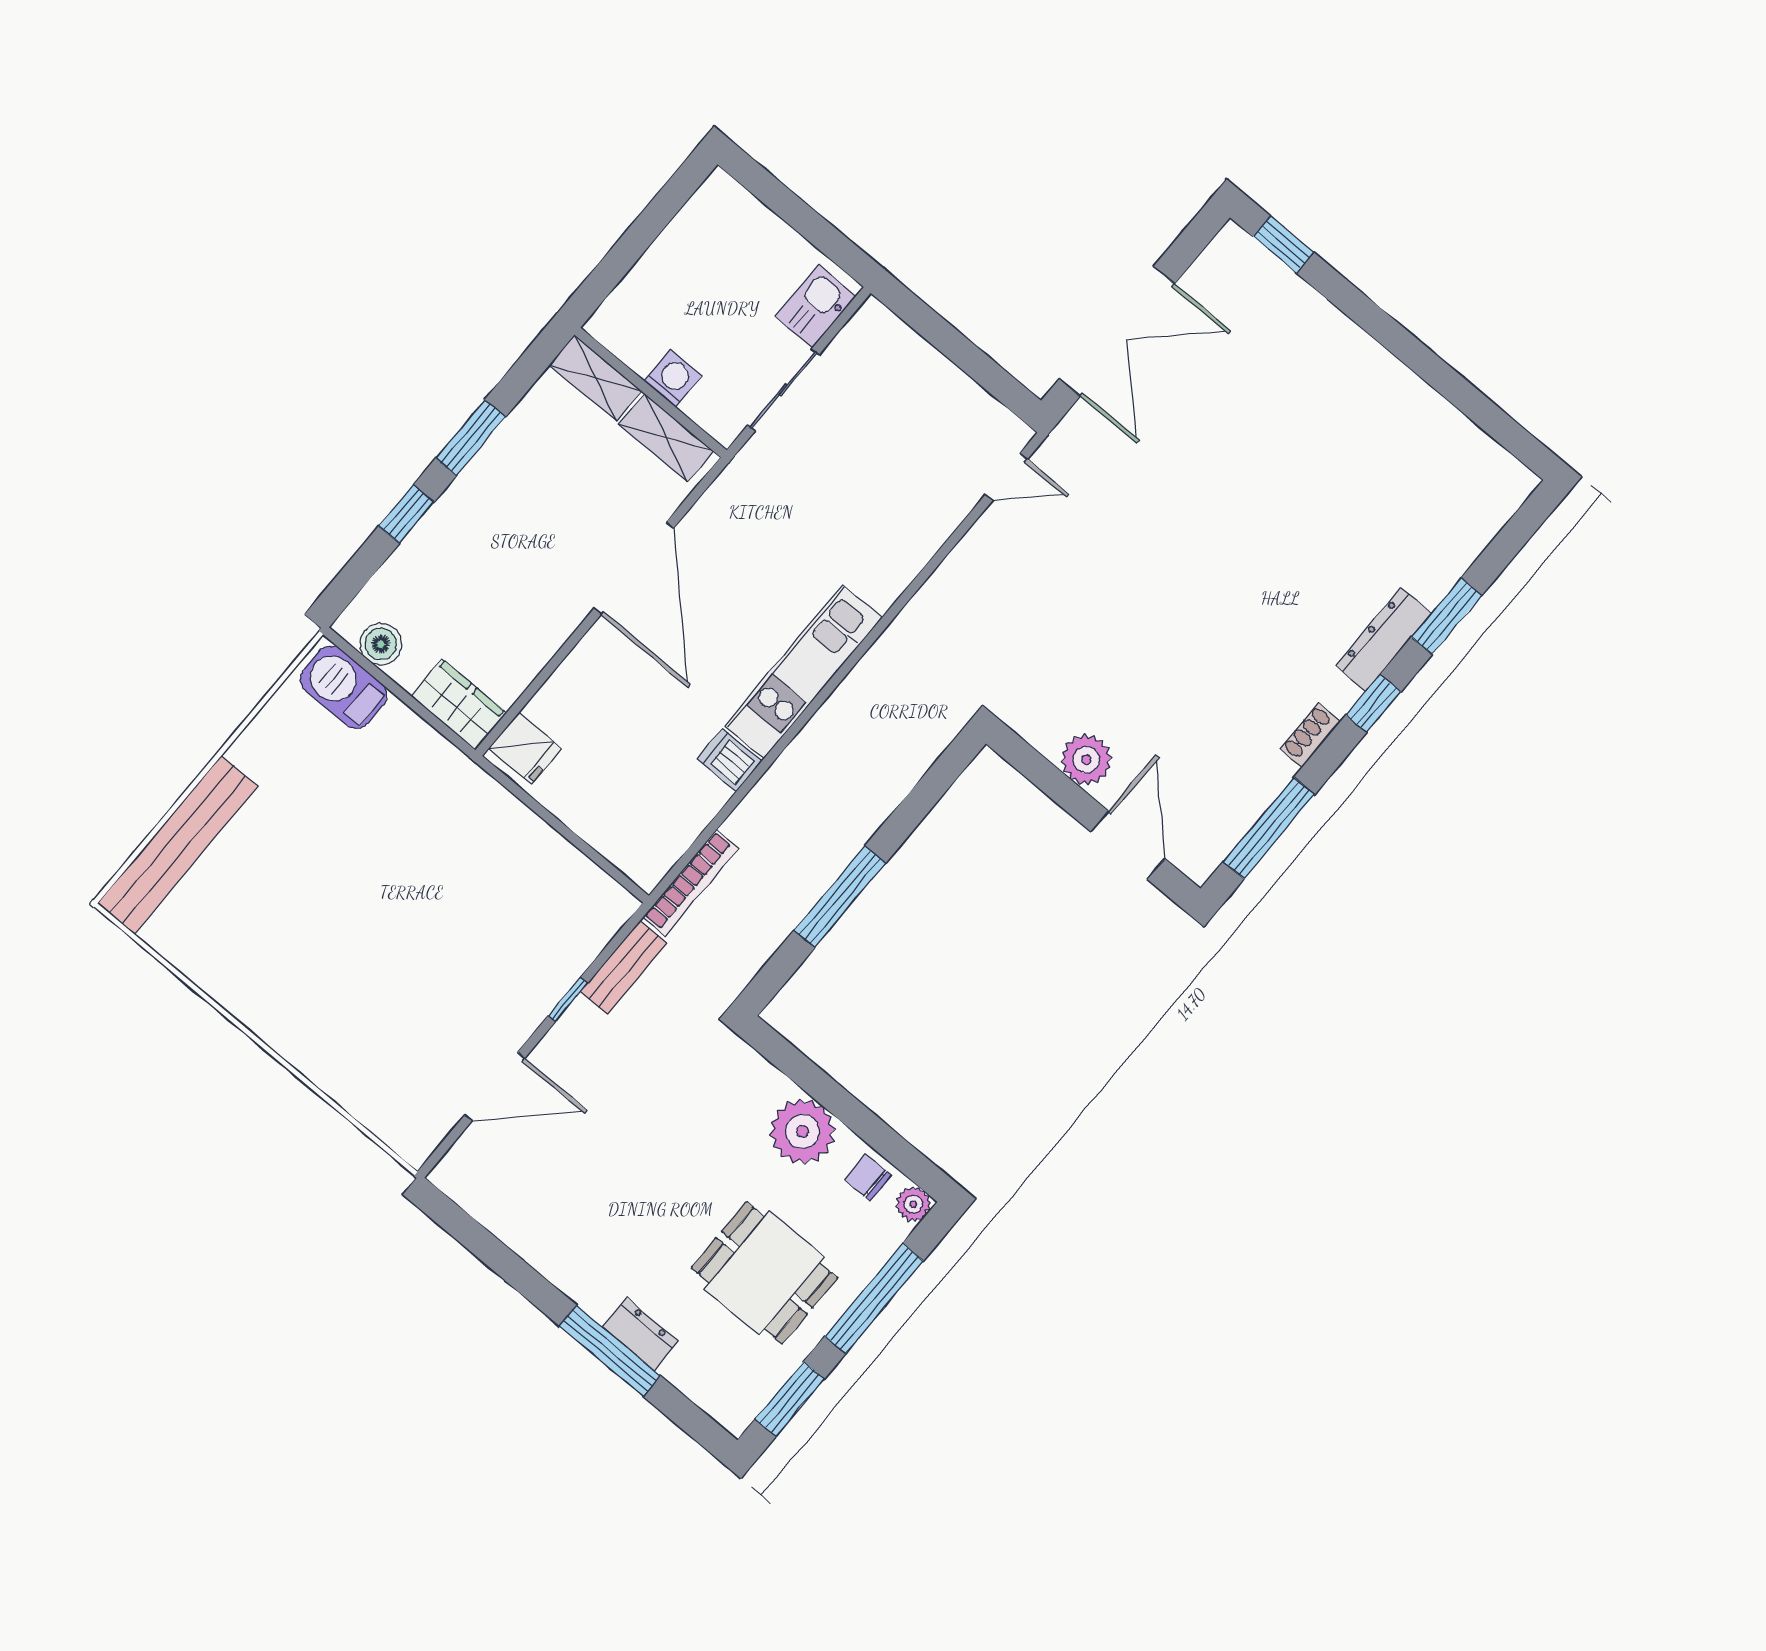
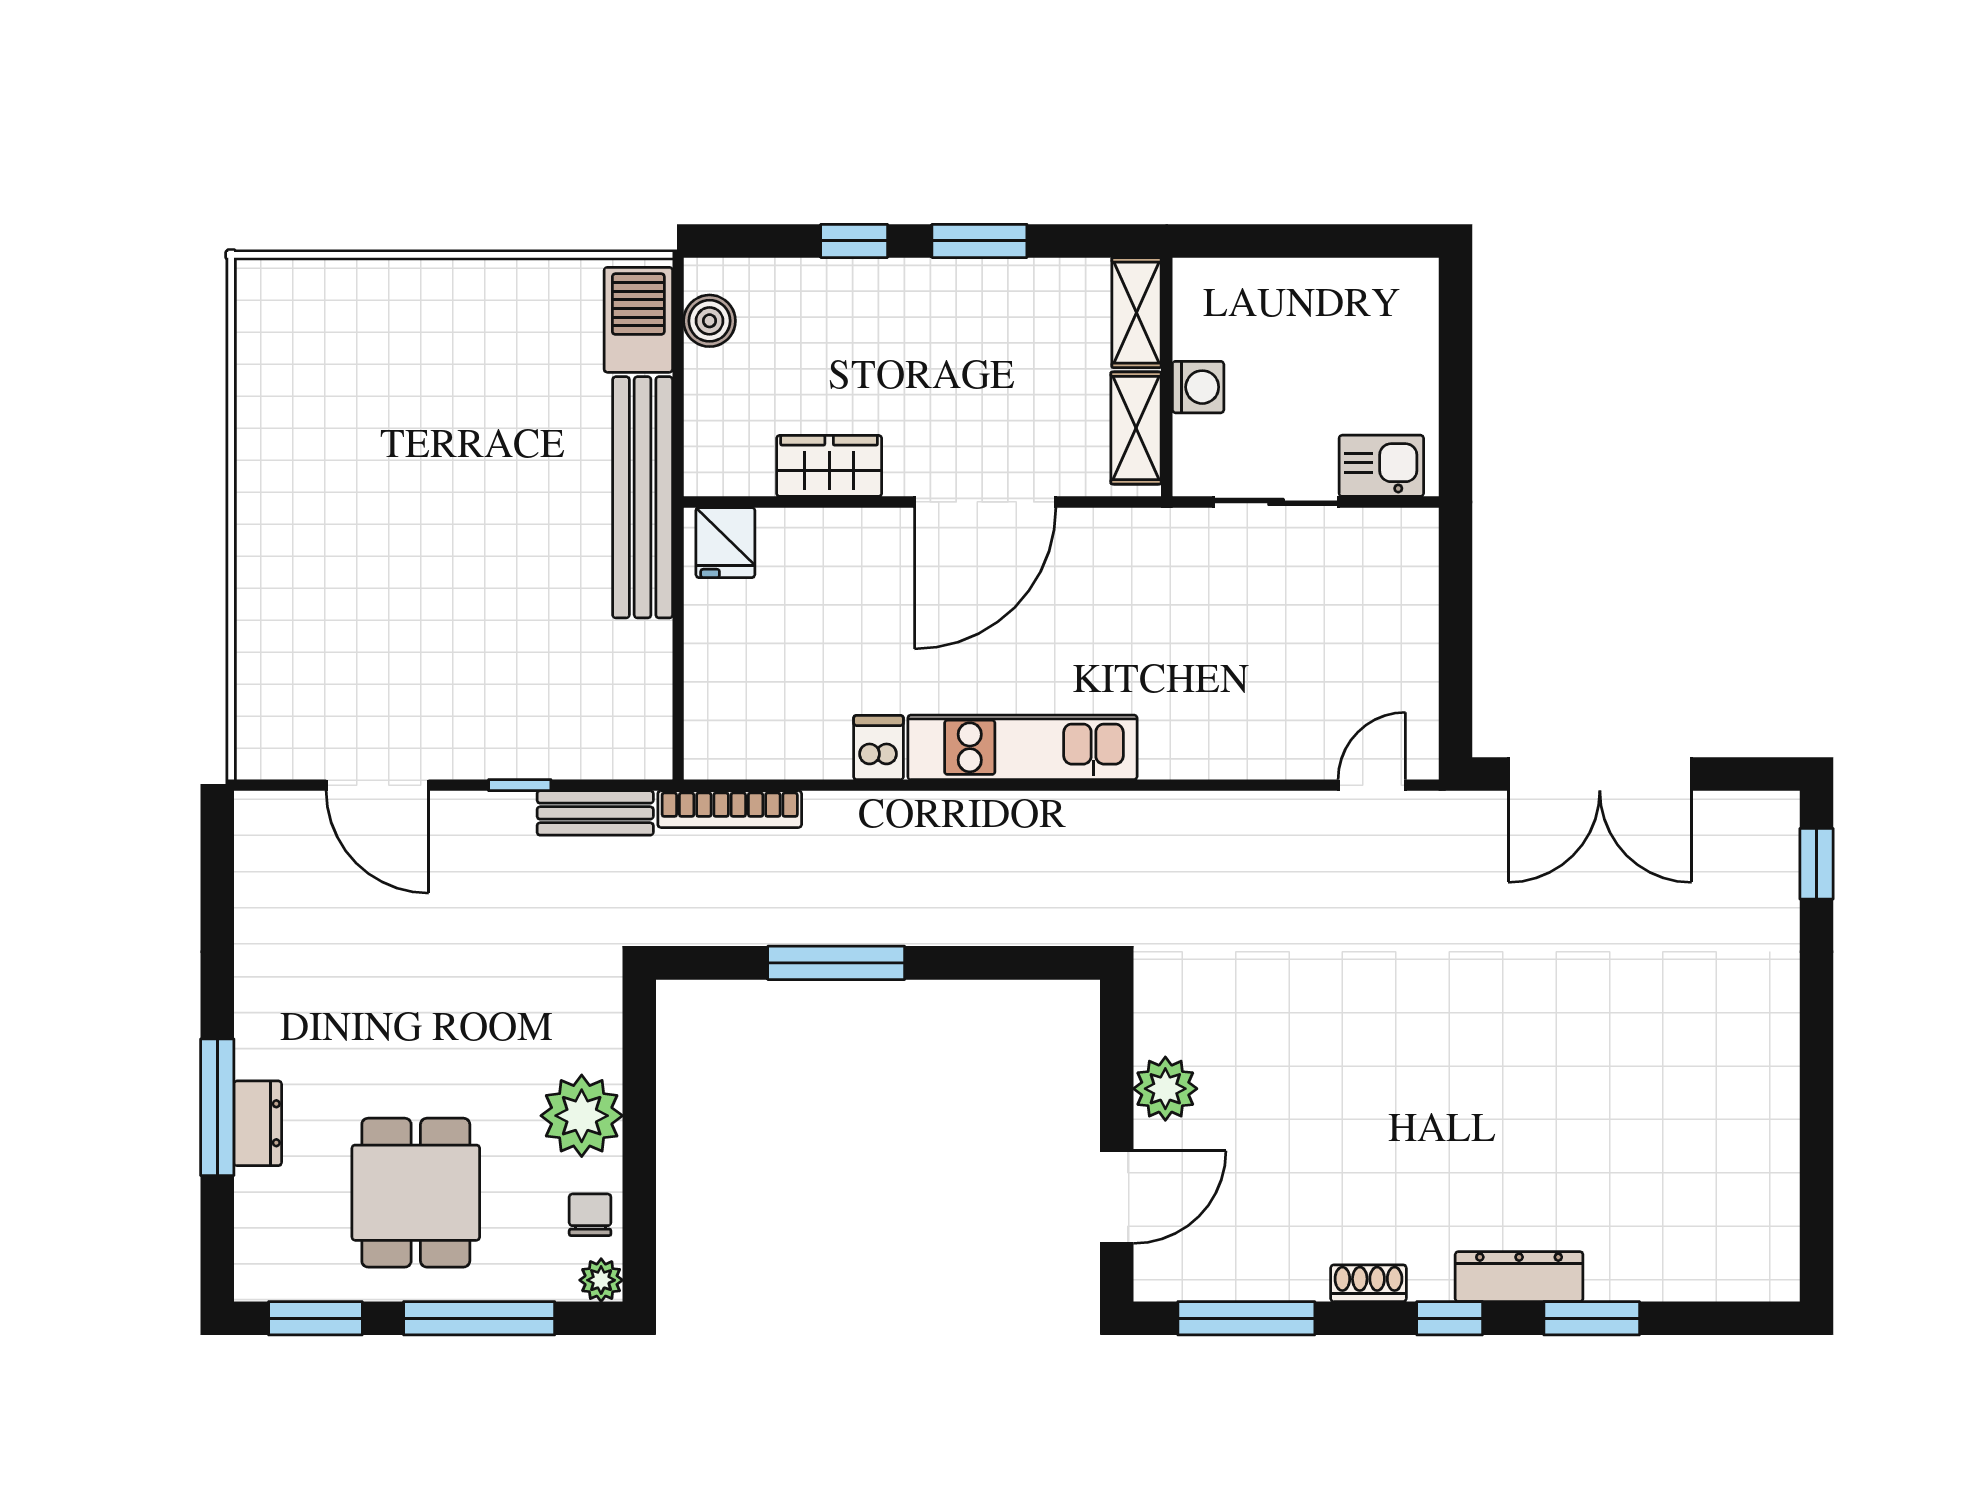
door: (1006, 477) -> (1372, 785), swing flipped
wardrobe: (459, 704) -> (829, 466), moved, turned -90
bench: (178, 845) -> (643, 497), moved, turned 90

